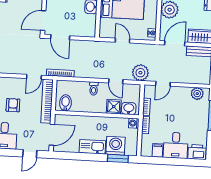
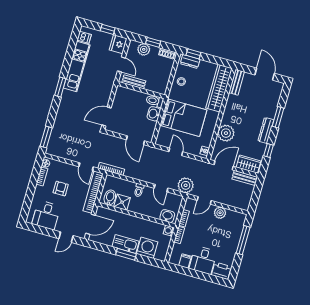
door: (60, 37) -> (135, 140), moved
door: (34, 77) -> (86, 167), hinge flipped
plant: (197, 94) -> (220, 213), moved
shower: (114, 107) -> (122, 202), moved
window: (118, 158) -> (126, 254), moved

